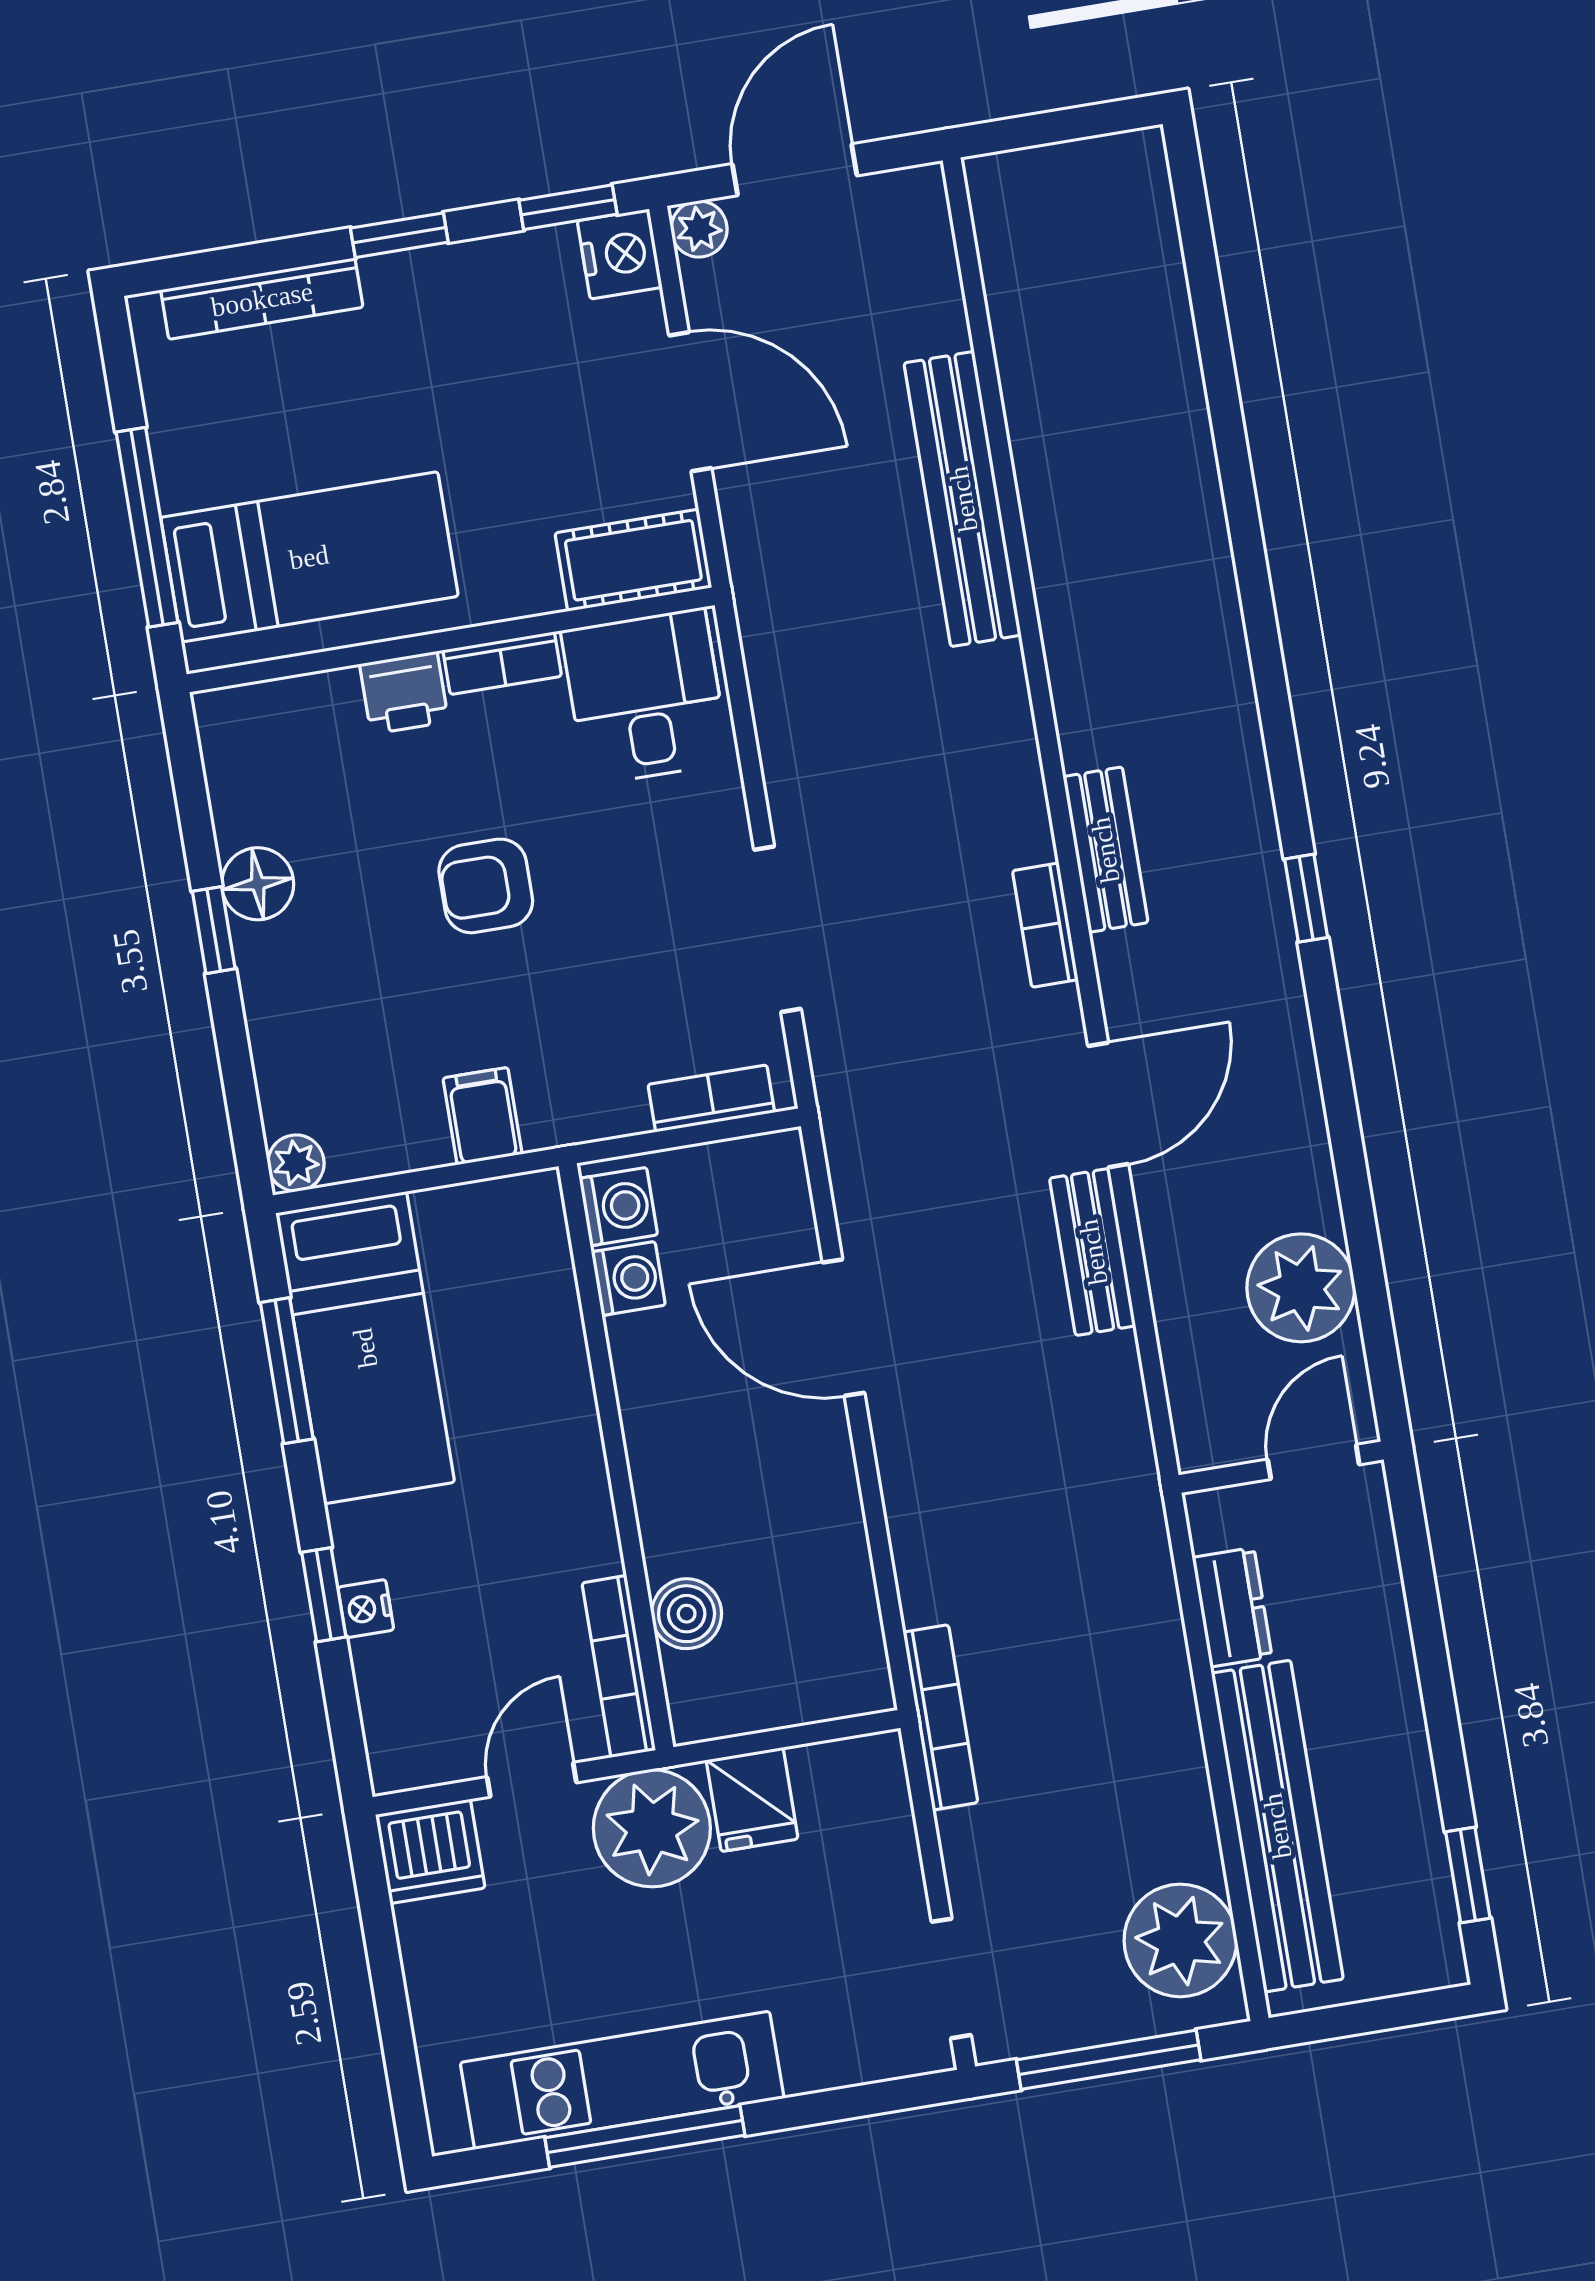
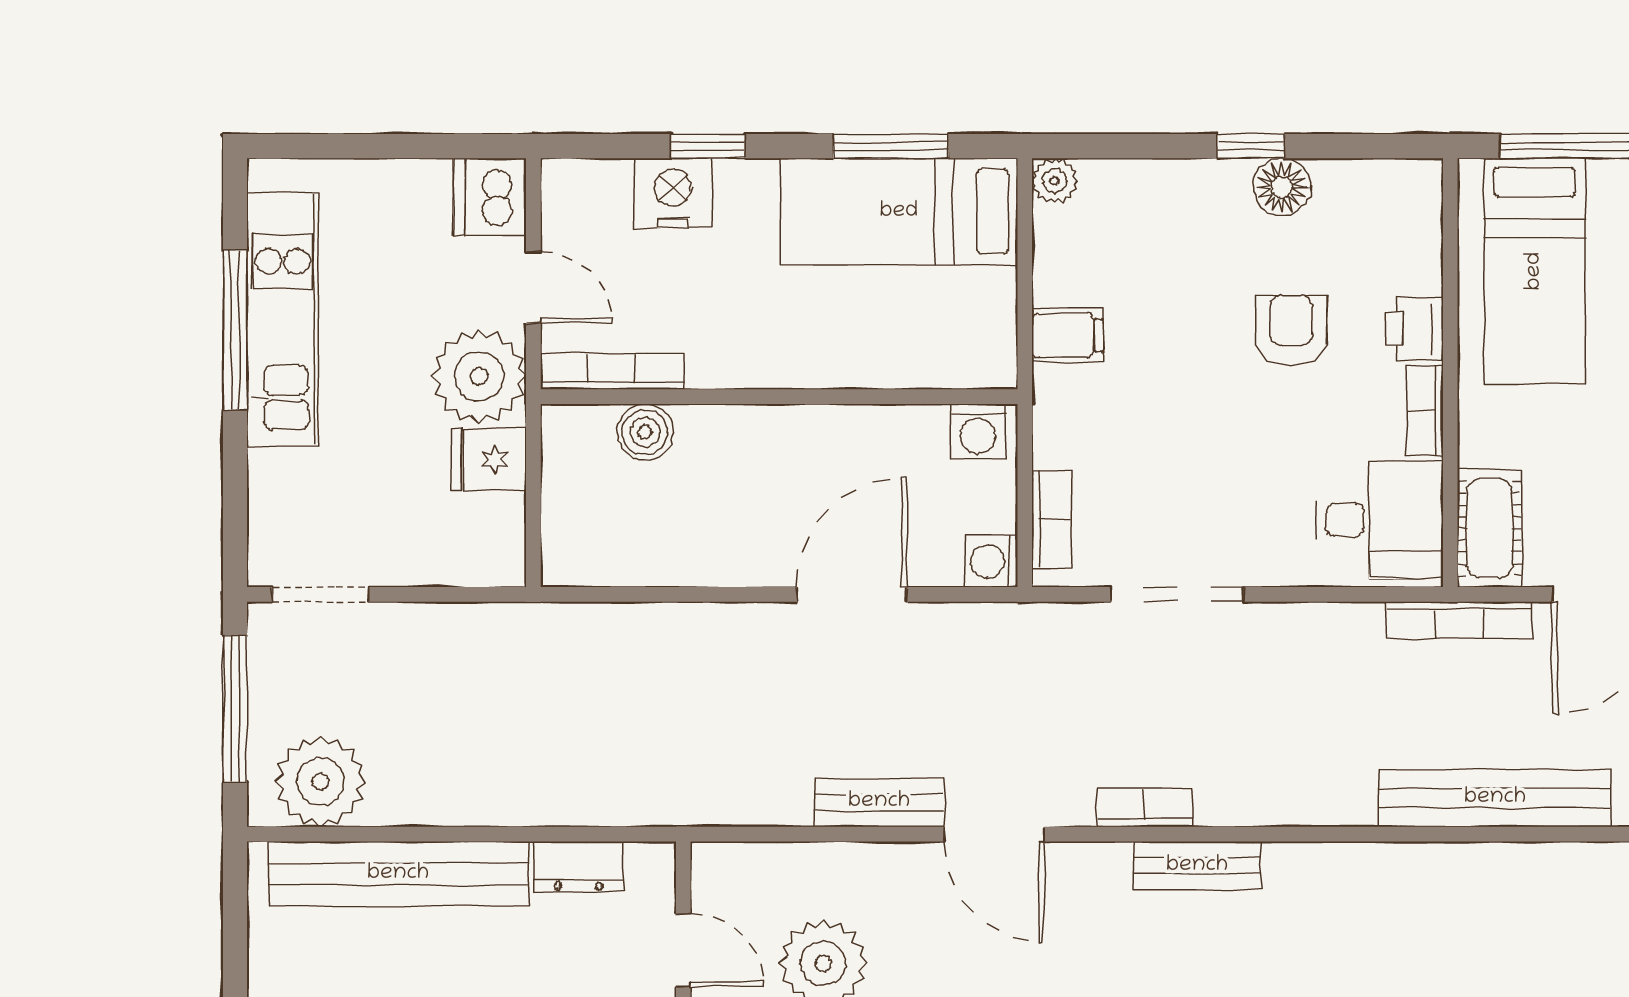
armchair: (486, 886) -> (1291, 330), moved
washing machine: (628, 1278) -> (992, 561), moved, turned 90
nightstand: (366, 1609) -> (673, 193), width x1.89, depth x1.79
bookcase: (940, 1717) -> (1459, 620), moved

